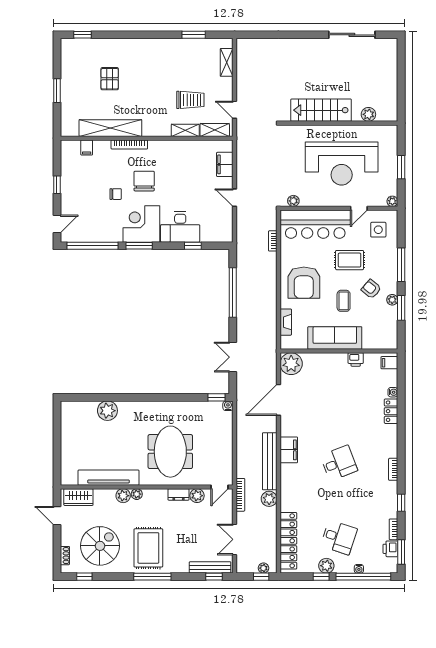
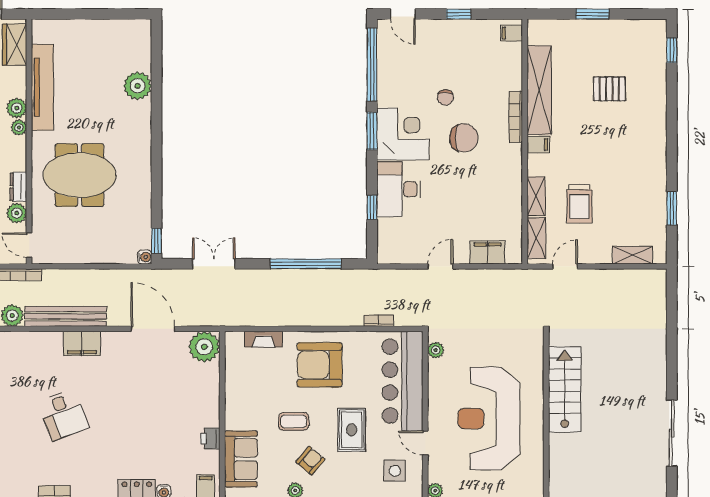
plant: (368, 114) -> (559, 457), removed
filing cabinet: (149, 129) -> (538, 144), added
filing cabinet: (87, 148) -> (511, 33), moved
sofa: (335, 338) -> (241, 459), moved, width x0.73

